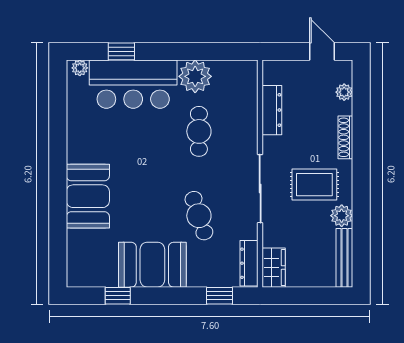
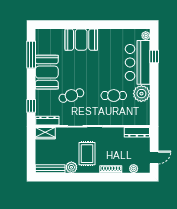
dresser: (272, 110) -> (137, 132), moved
window: (118, 296) -> (31, 55), width x2.17

